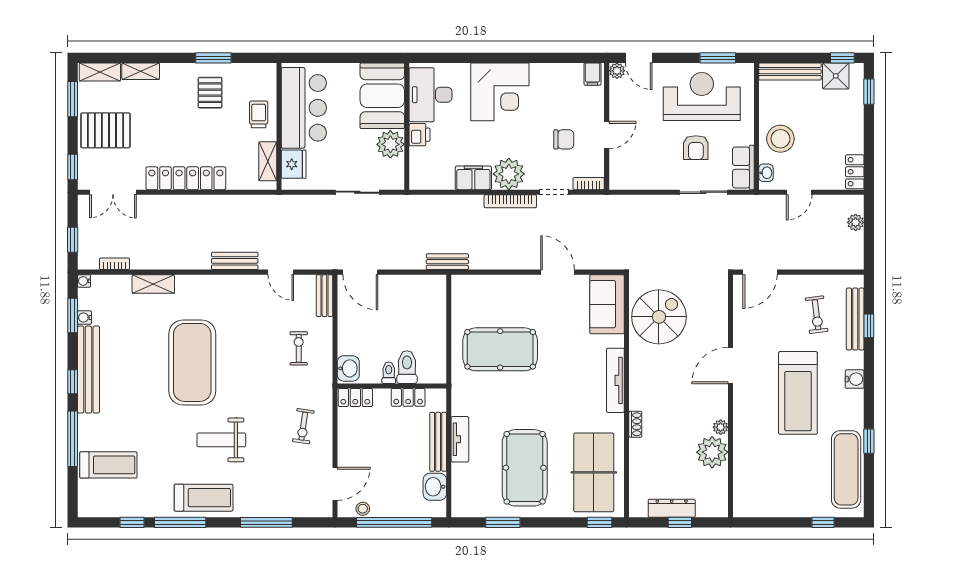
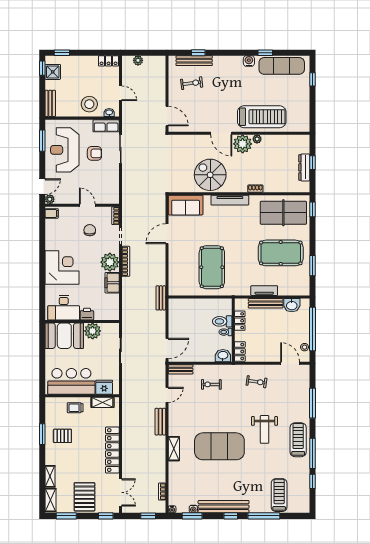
bench: (790, 71) -> (50, 103), width x0.73
shelving: (153, 284) -> (174, 449), moved
spiral stairs: (659, 317) -> (210, 175), moved
water cooler: (855, 379) -> (249, 61), moved
treadmill: (798, 393) -> (262, 117), moved
plant: (712, 452) -> (243, 144), moved

